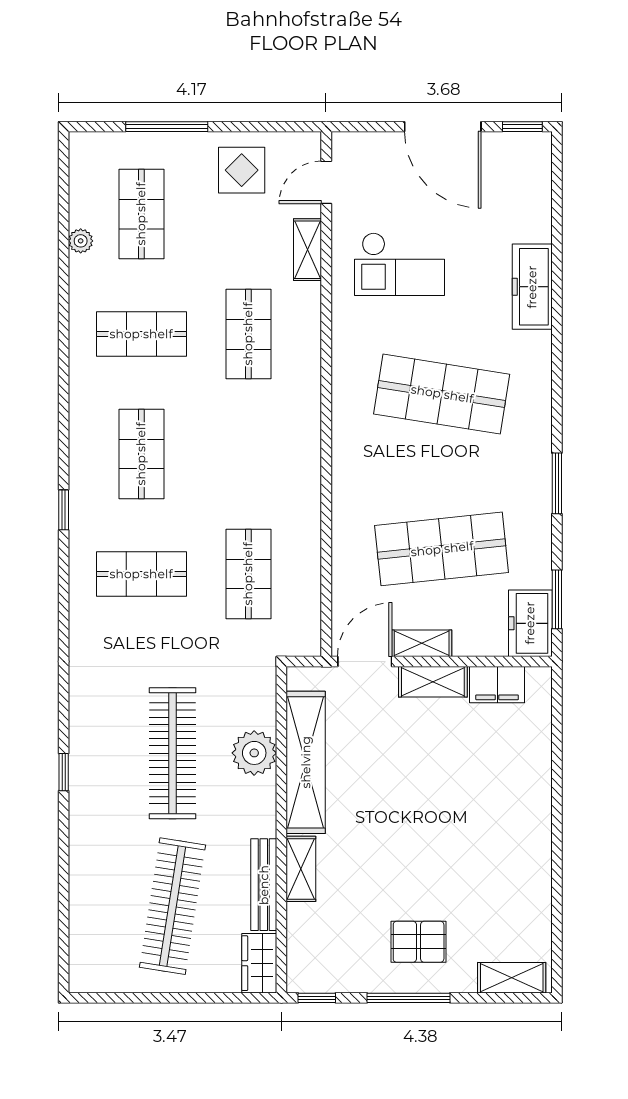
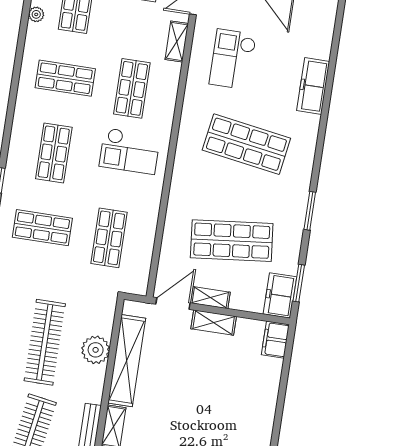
checkout: (400, 264) -> (233, 59), turned 90
checkout: (260, 433) -> (130, 151), added
filing cabinet: (497, 685) -> (275, 340), moved, turned 90

